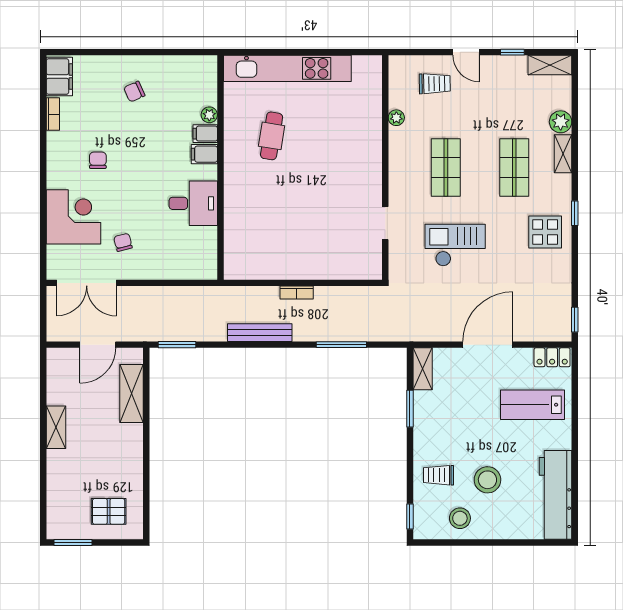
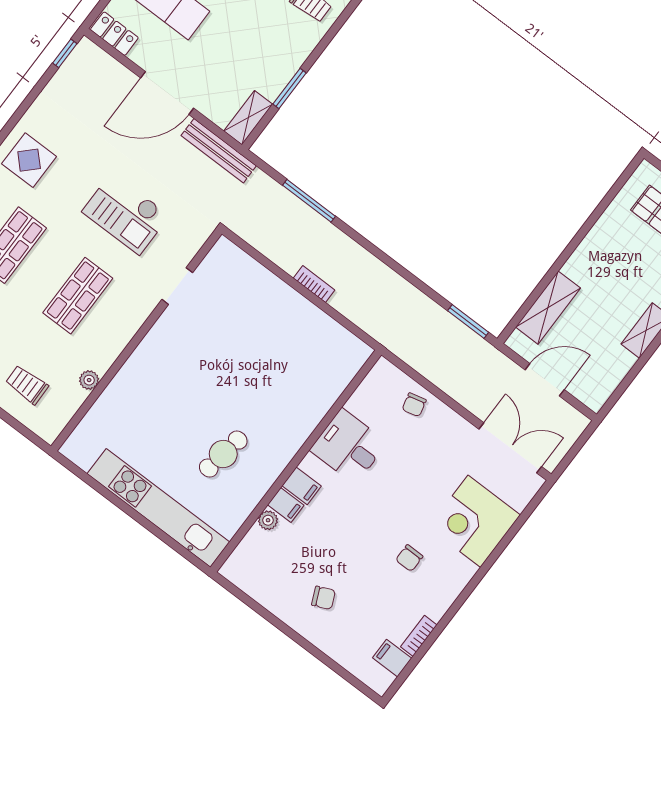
filing cabinet: (59, 76) -> (392, 658), width x0.50
chair: (123, 242) -> (414, 405), moved
bench: (260, 333) -> (219, 151), moved

